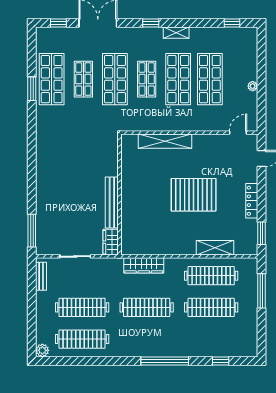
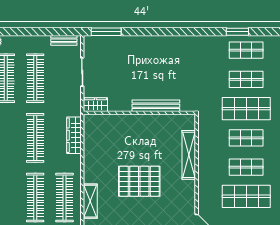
shop shelf: (52, 79) -> (246, 50), width x0.70, depth x0.74
shop shelf: (178, 79) -> (246, 167), width x0.70, depth x0.74
pallet: (194, 195) -> (139, 181), turned 90
bench: (112, 203) -> (156, 106), moved

